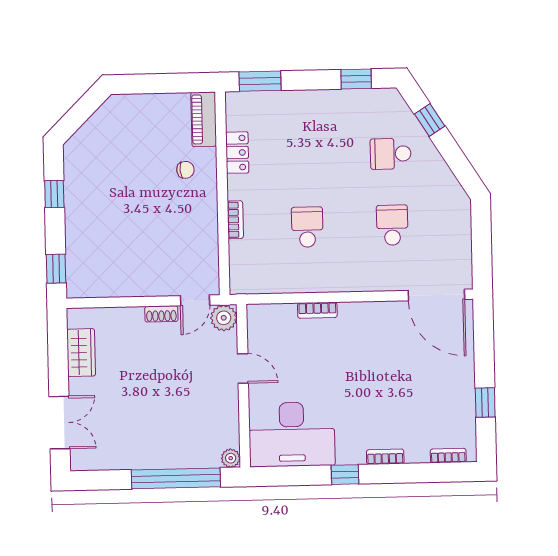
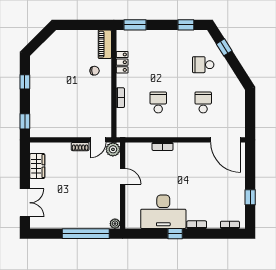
desk: (292, 434) -> (163, 212), moved

